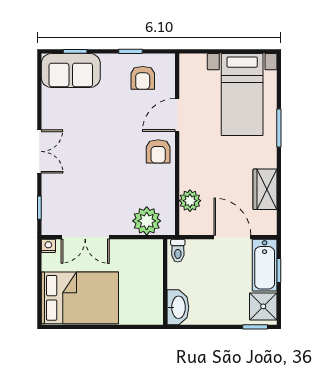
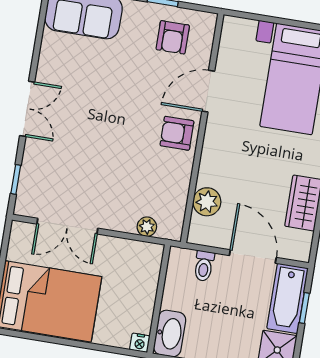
armchair: (158, 151) -> (177, 133), turned 90
plant: (147, 221) -> (147, 227), width x0.53, depth x0.53
nightstand: (48, 246) -> (140, 343), moved, turned 180
toilet: (178, 251) -> (204, 266), moved

